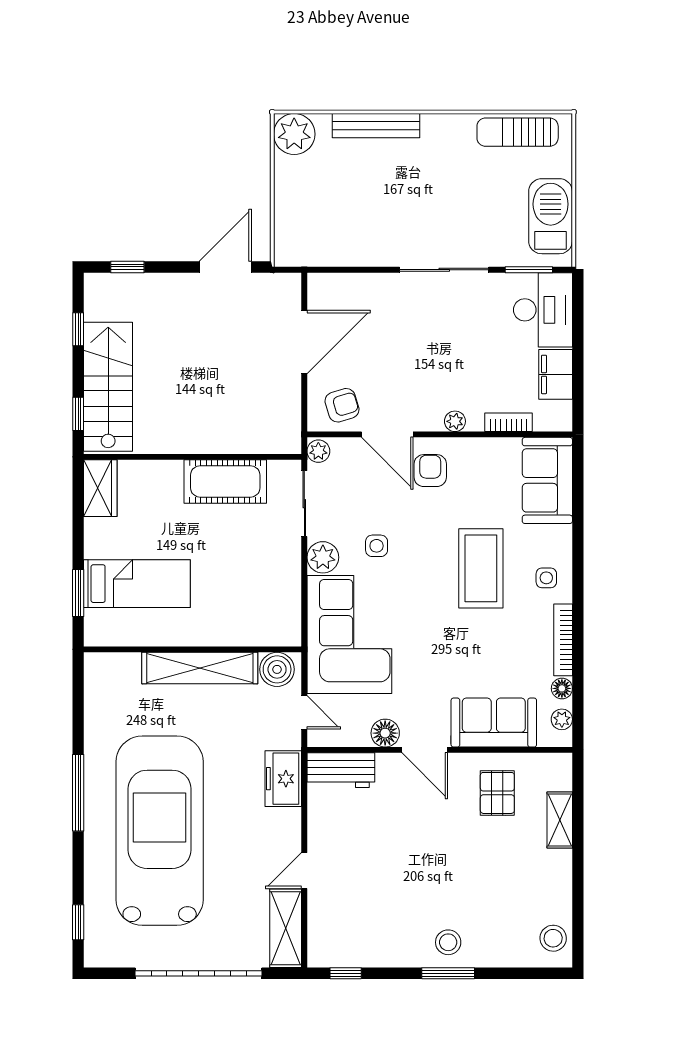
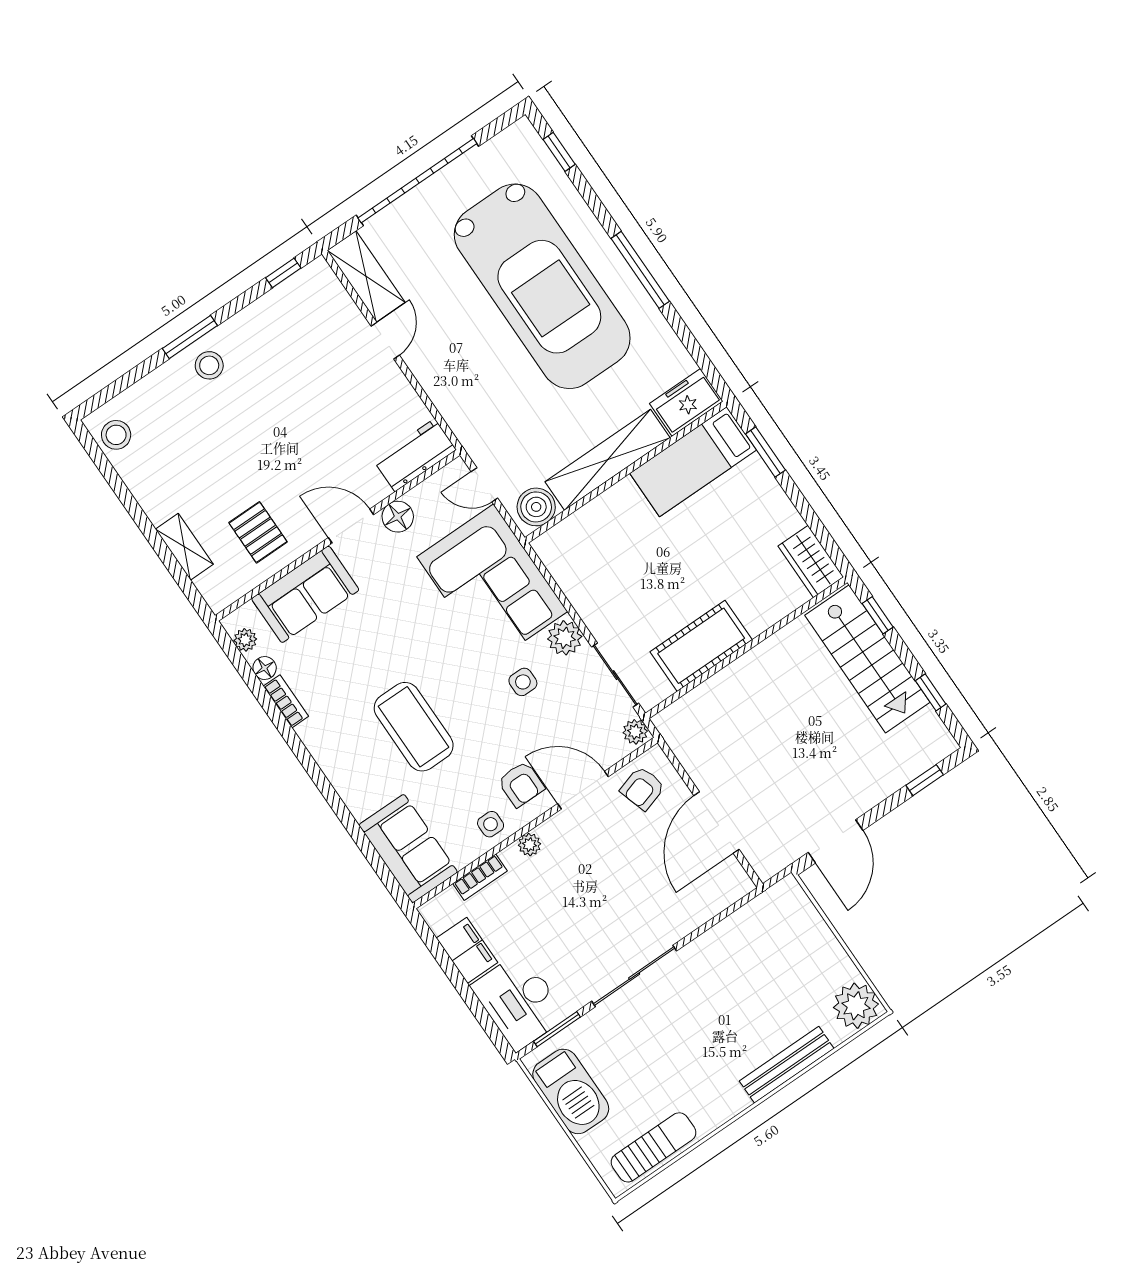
side table: (546, 578) -> (491, 824), moved
bed: (137, 584) -> (693, 462), moved
bookcase: (563, 640) -> (286, 701), width x0.64
freezer: (283, 779) -> (686, 402), moved, turned -90

